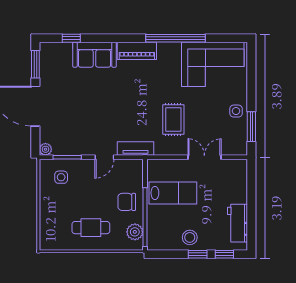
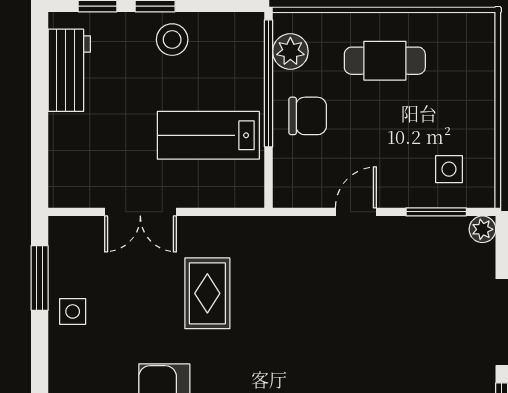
tv unit: (135, 149) -> (289, 231), removed

